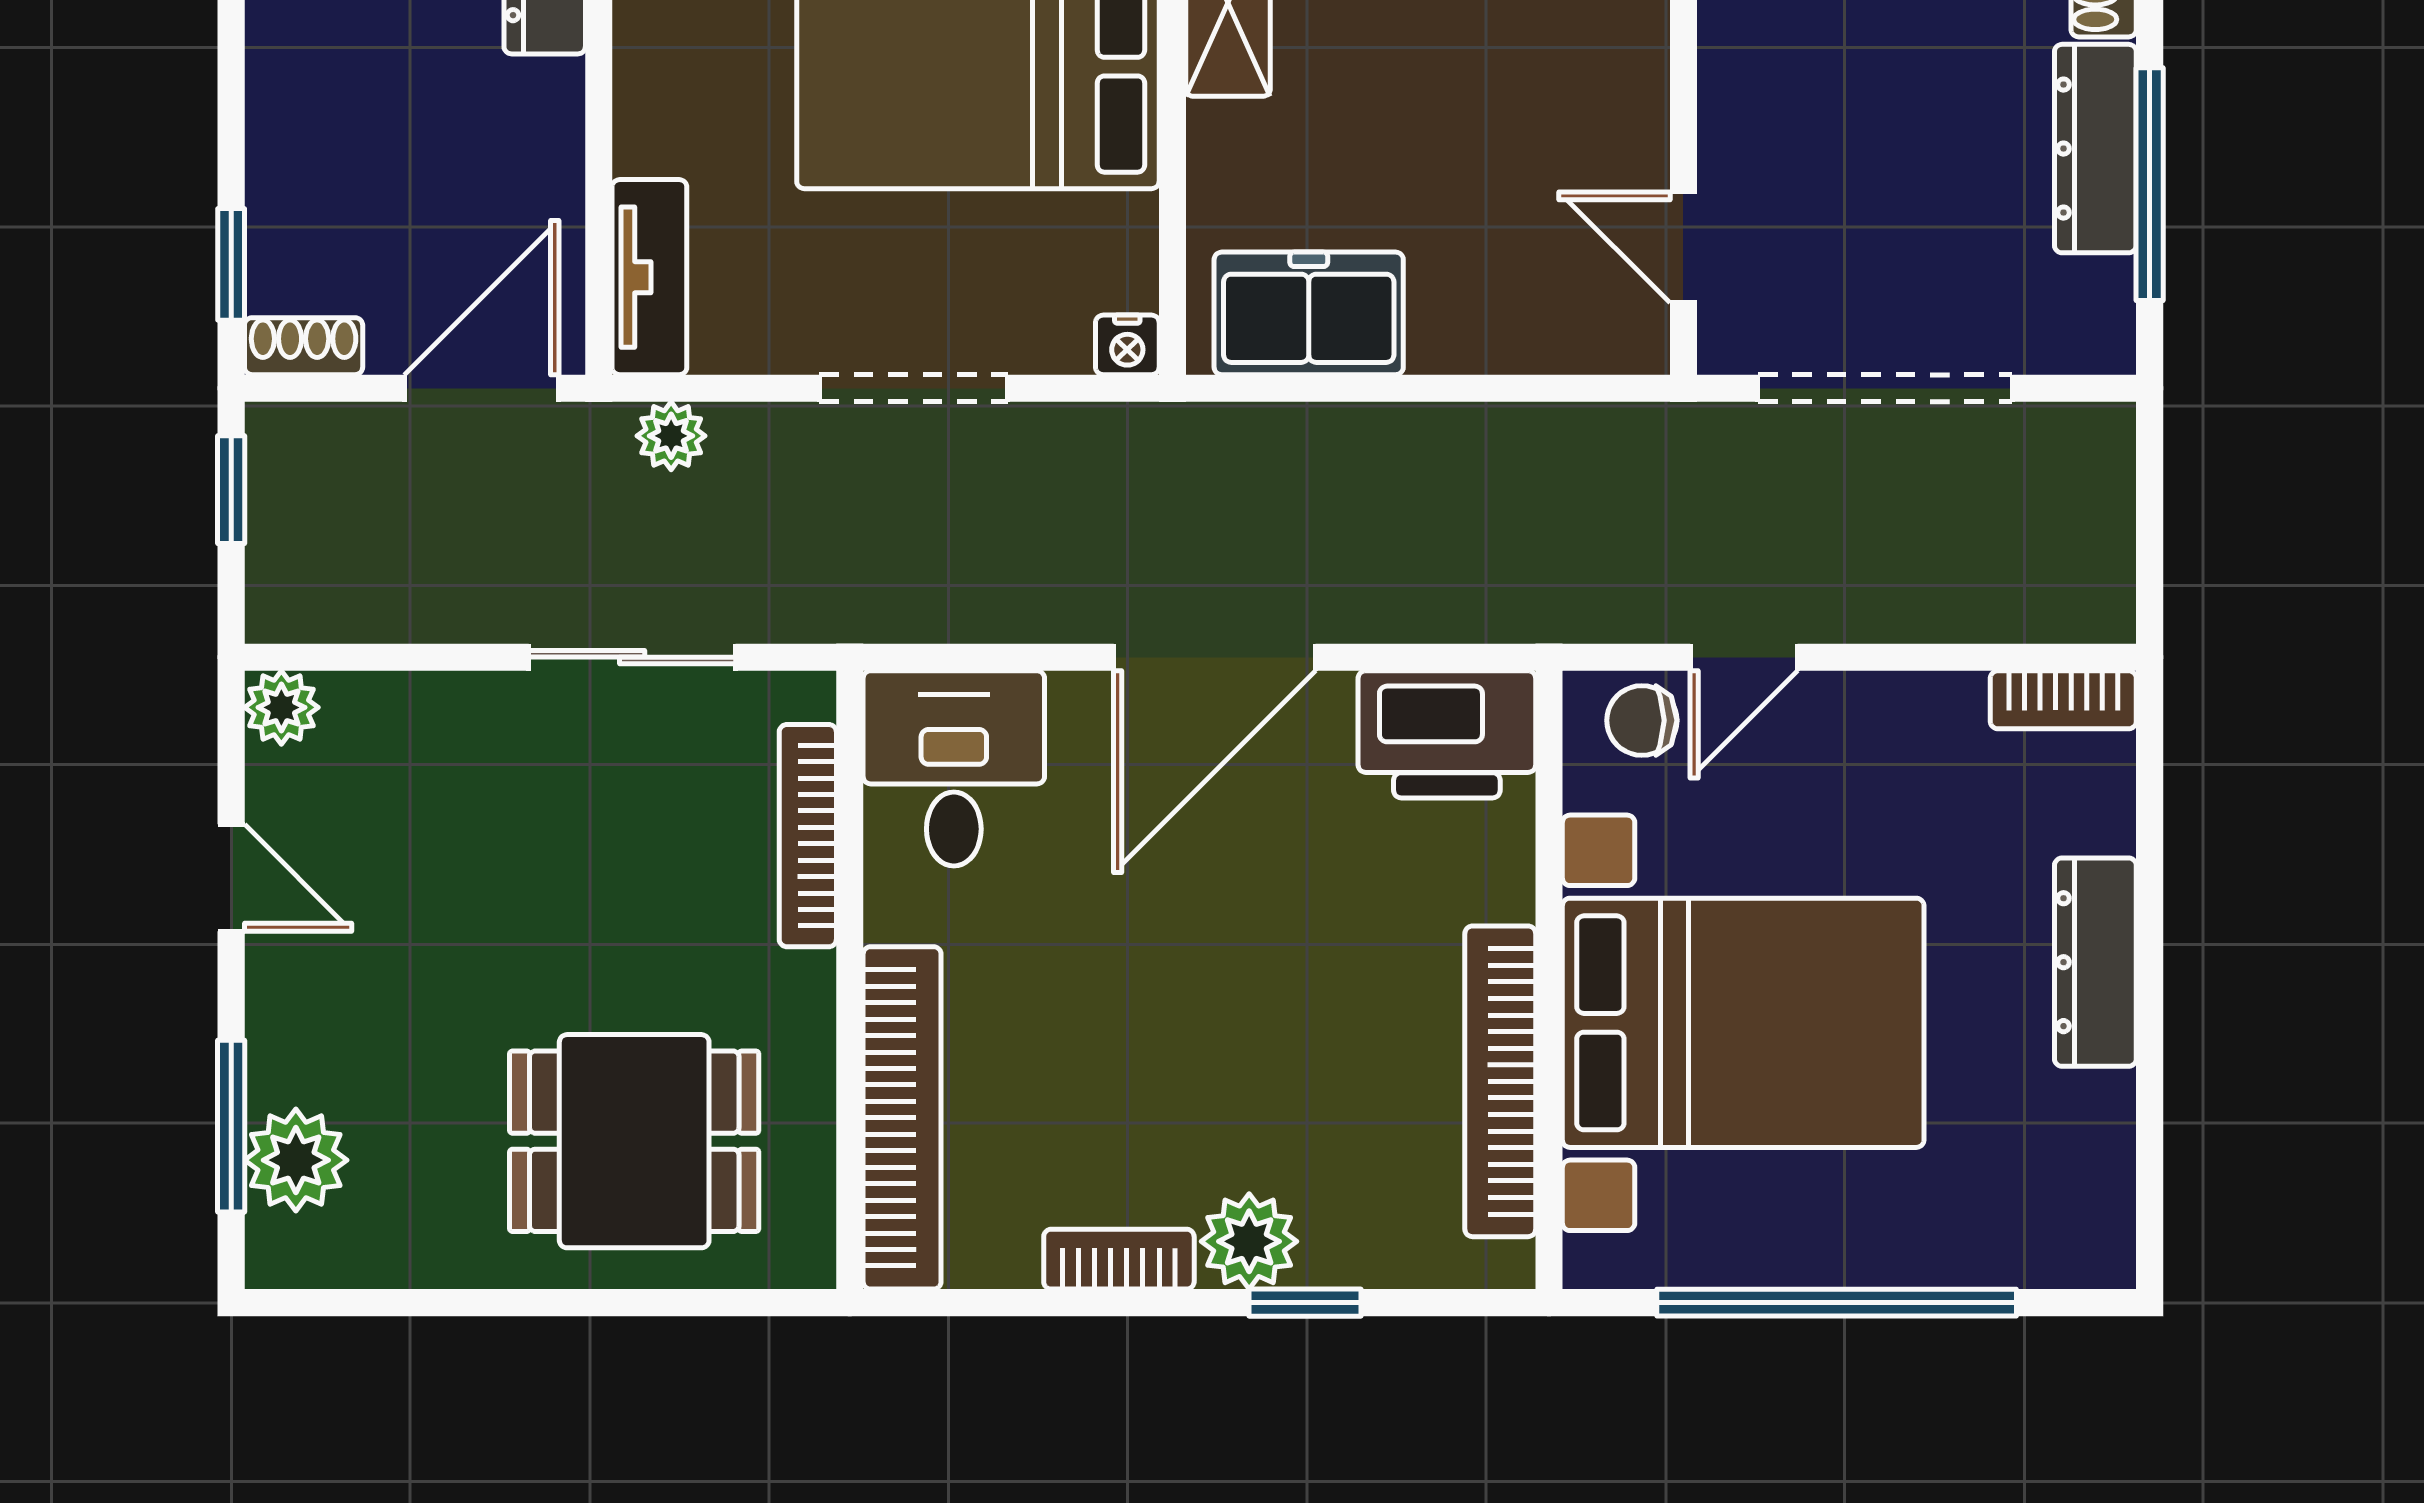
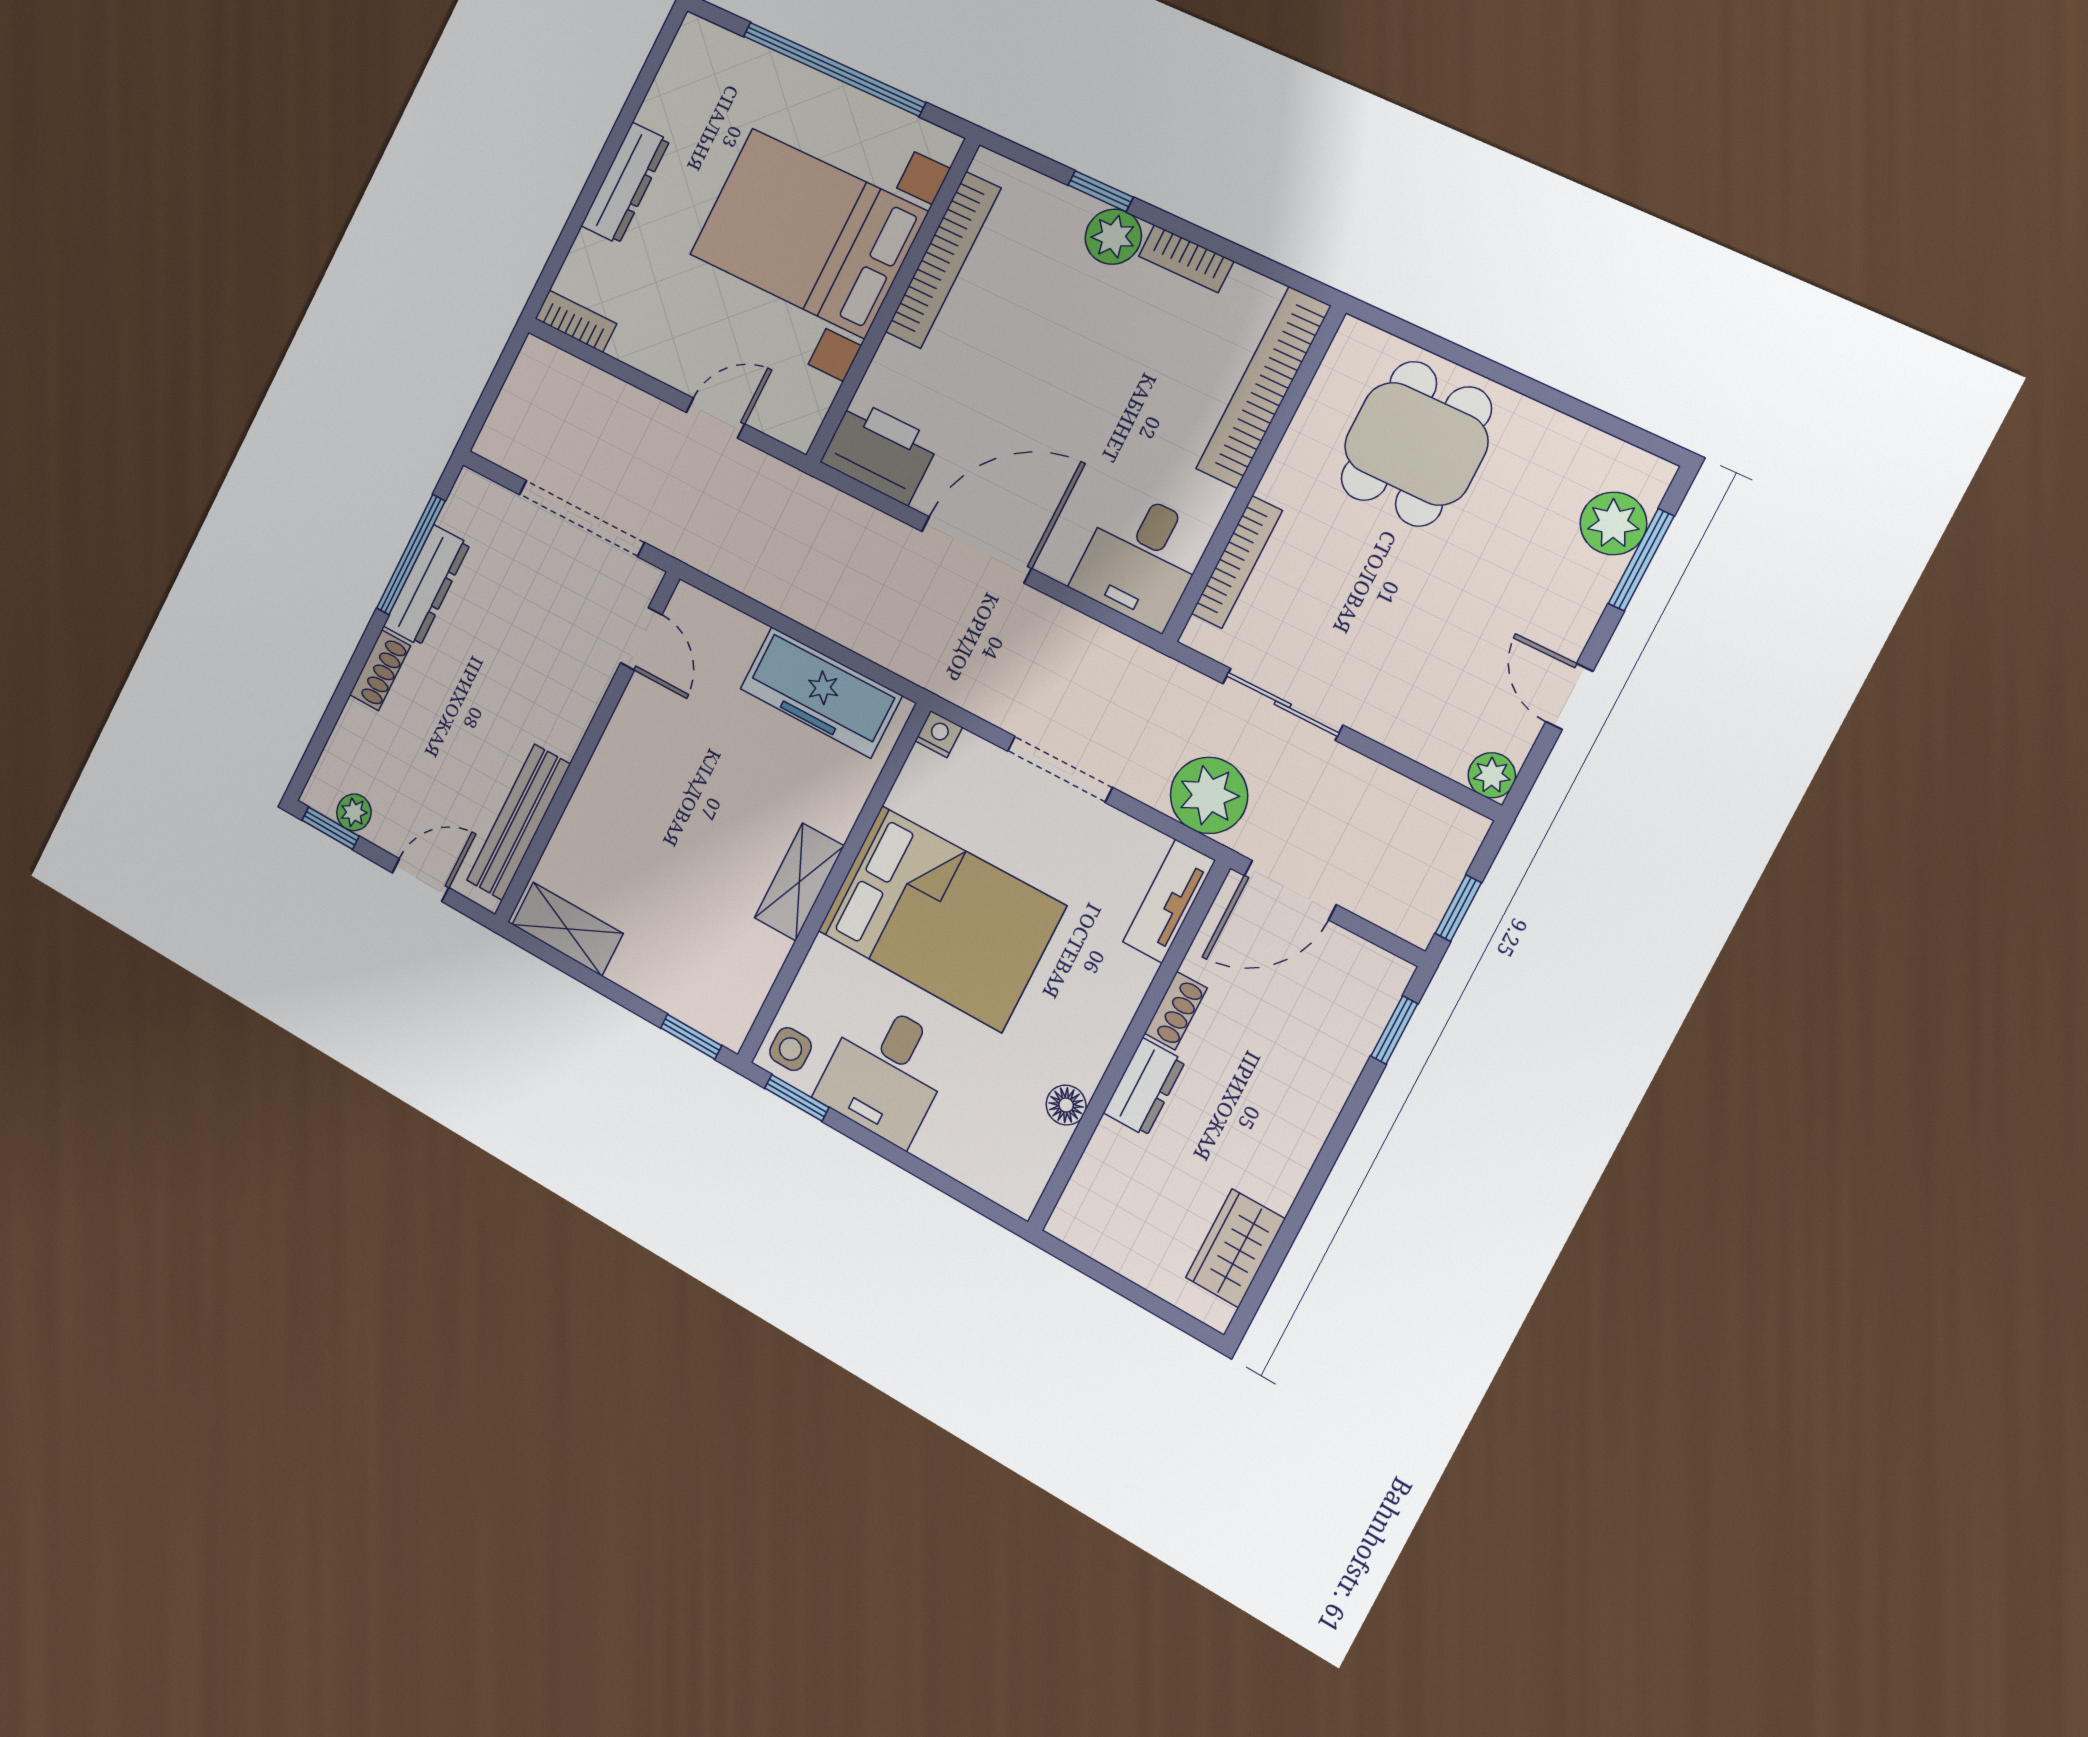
freezer: (1309, 313) -> (821, 692), width x1.40
shoe rack: (304, 346) -> (1176, 1011), moved, turned -90
plant: (671, 436) -> (1209, 795), width x1.88, depth x1.88
chair: (1642, 720) -> (781, 411), removed
dining table: (634, 1141) -> (1416, 444), turned 90

